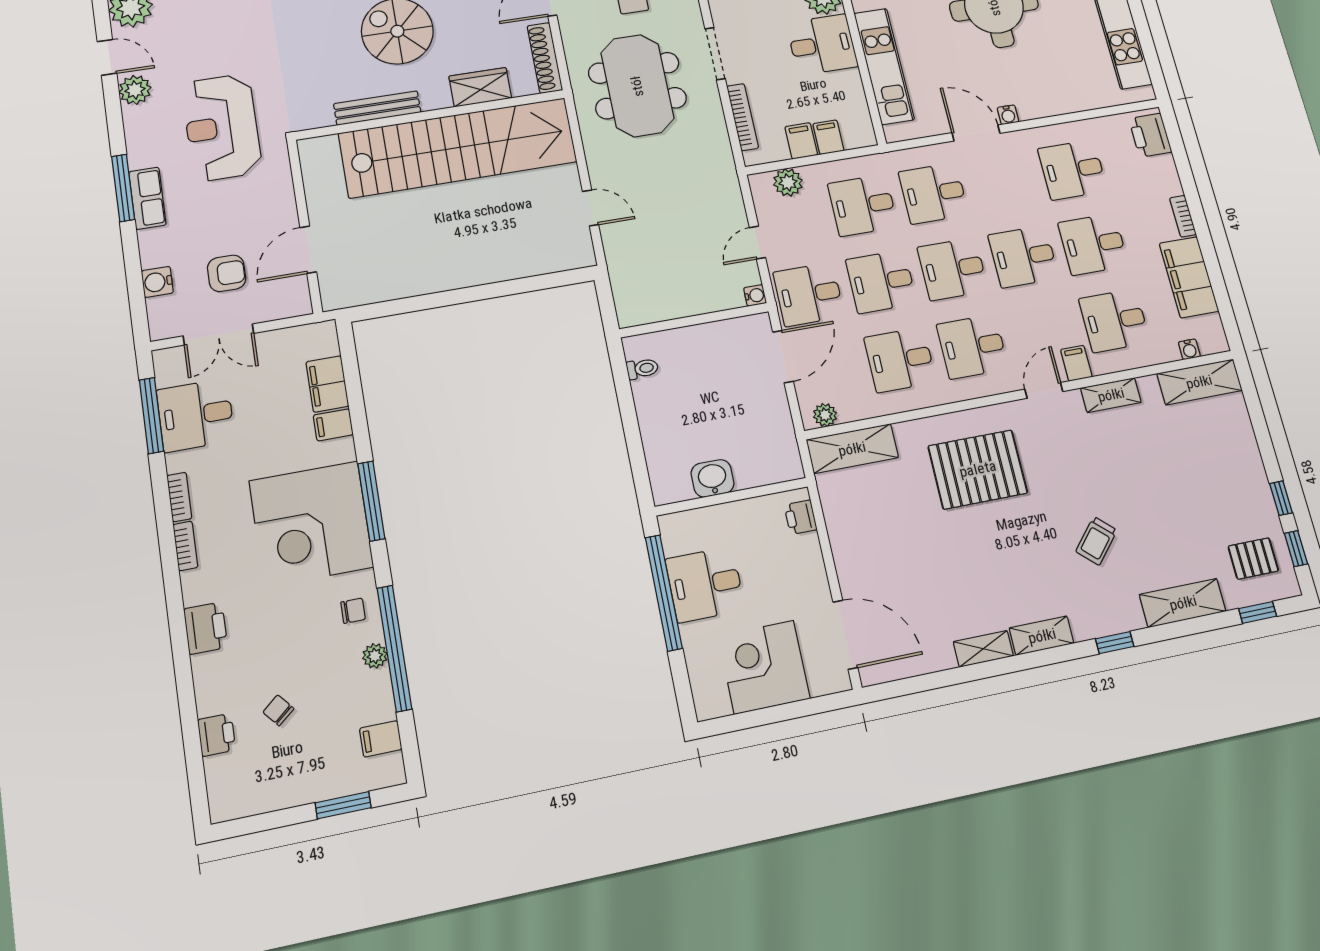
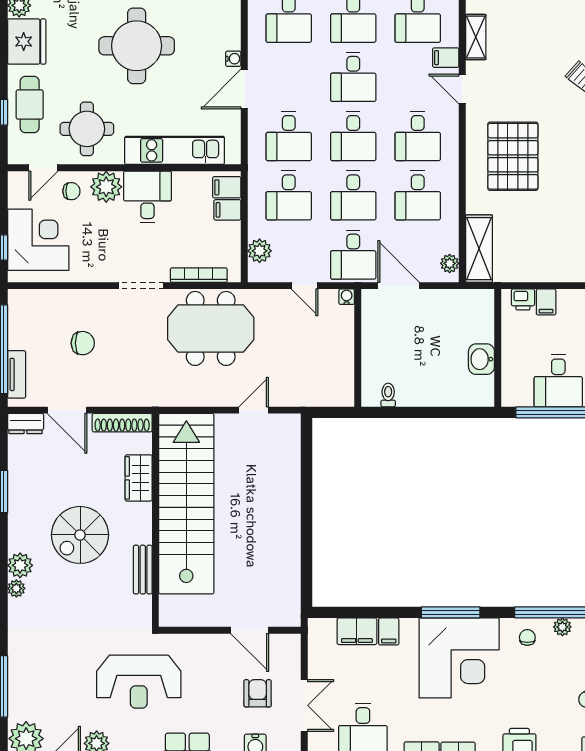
meeting table: (637, 86) -> (211, 328), moved
bench: (377, 108) -> (143, 570), width x0.73
filing cabinet: (801, 141) -> (227, 187), moved
filing cabinet: (804, 548) -> (546, 302), added

